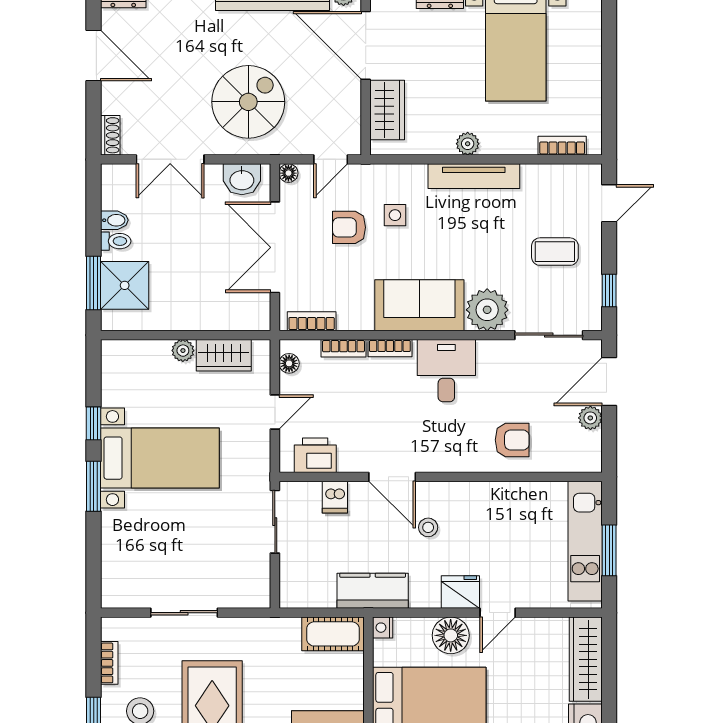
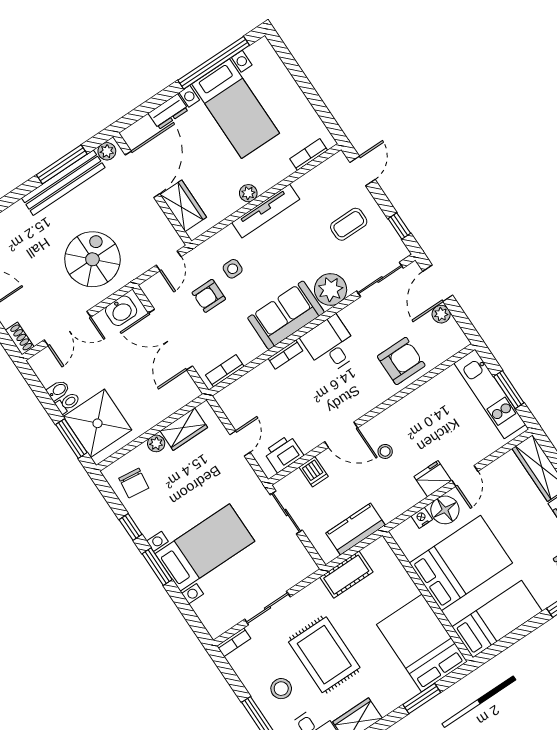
door: (366, 45) -> (142, 174), swing flipped
floor lamp: (288, 173) -> (148, 287), removed
shower: (125, 285) -> (97, 423), width x1.37, depth x1.37
bookcase: (343, 348) -> (256, 374), removed
floor lamp: (289, 363) -> (228, 407), removed
chair: (129, 378) -> (134, 483), added
armchair: (512, 440) -> (401, 361), width x1.38, depth x1.38
bed with nightstands: (160, 458) -> (205, 548), moved
kitchen counter: (373, 591) -> (355, 529), moved
nightstand: (383, 628) -> (422, 518), moved, turned 90
cot: (333, 634) -> (346, 575), moved
bookcase: (109, 663) -> (234, 642), moved, turned 90

